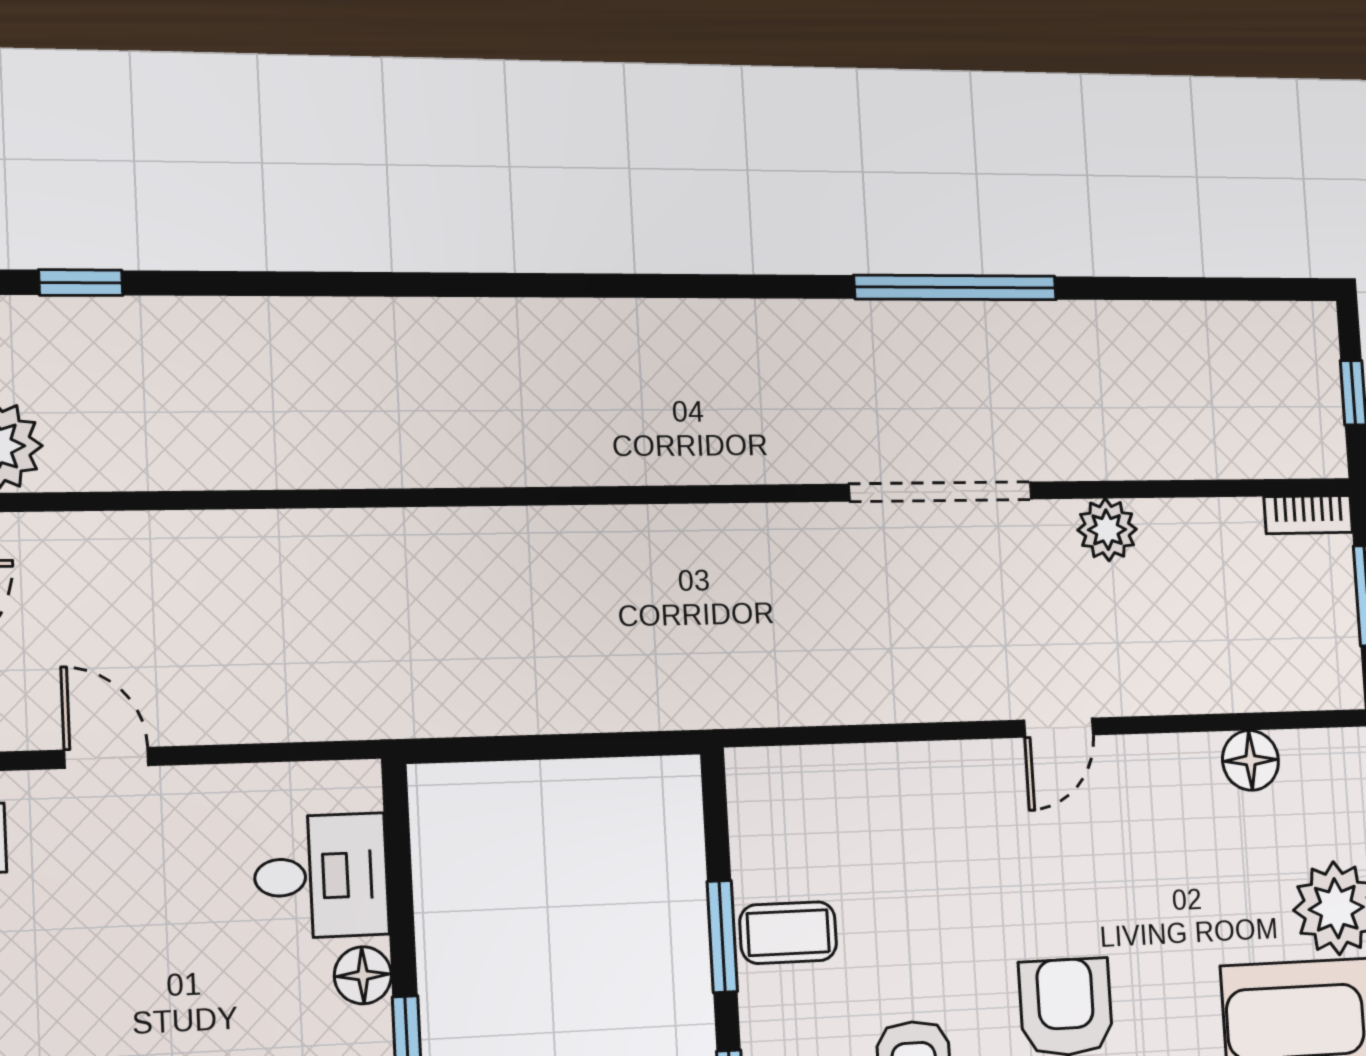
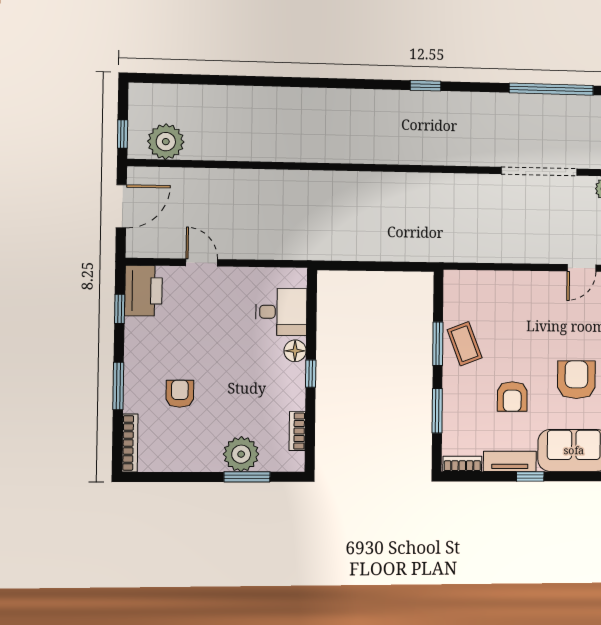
window: (81, 283) -> (425, 86), moved
coffee table: (788, 933) -> (465, 344), turned 69

